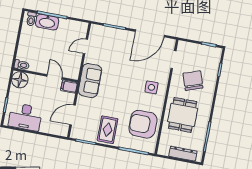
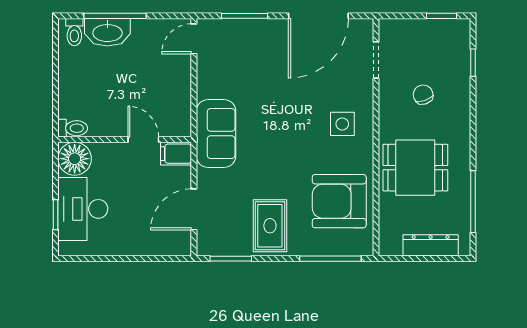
door: (85, 46) -> (194, 39), moved
chair: (193, 81) -> (423, 95), width x0.54, depth x0.54
dining table: (183, 115) -> (415, 168), turned 90
desk: (25, 117) -> (83, 209), moved, turned 90

